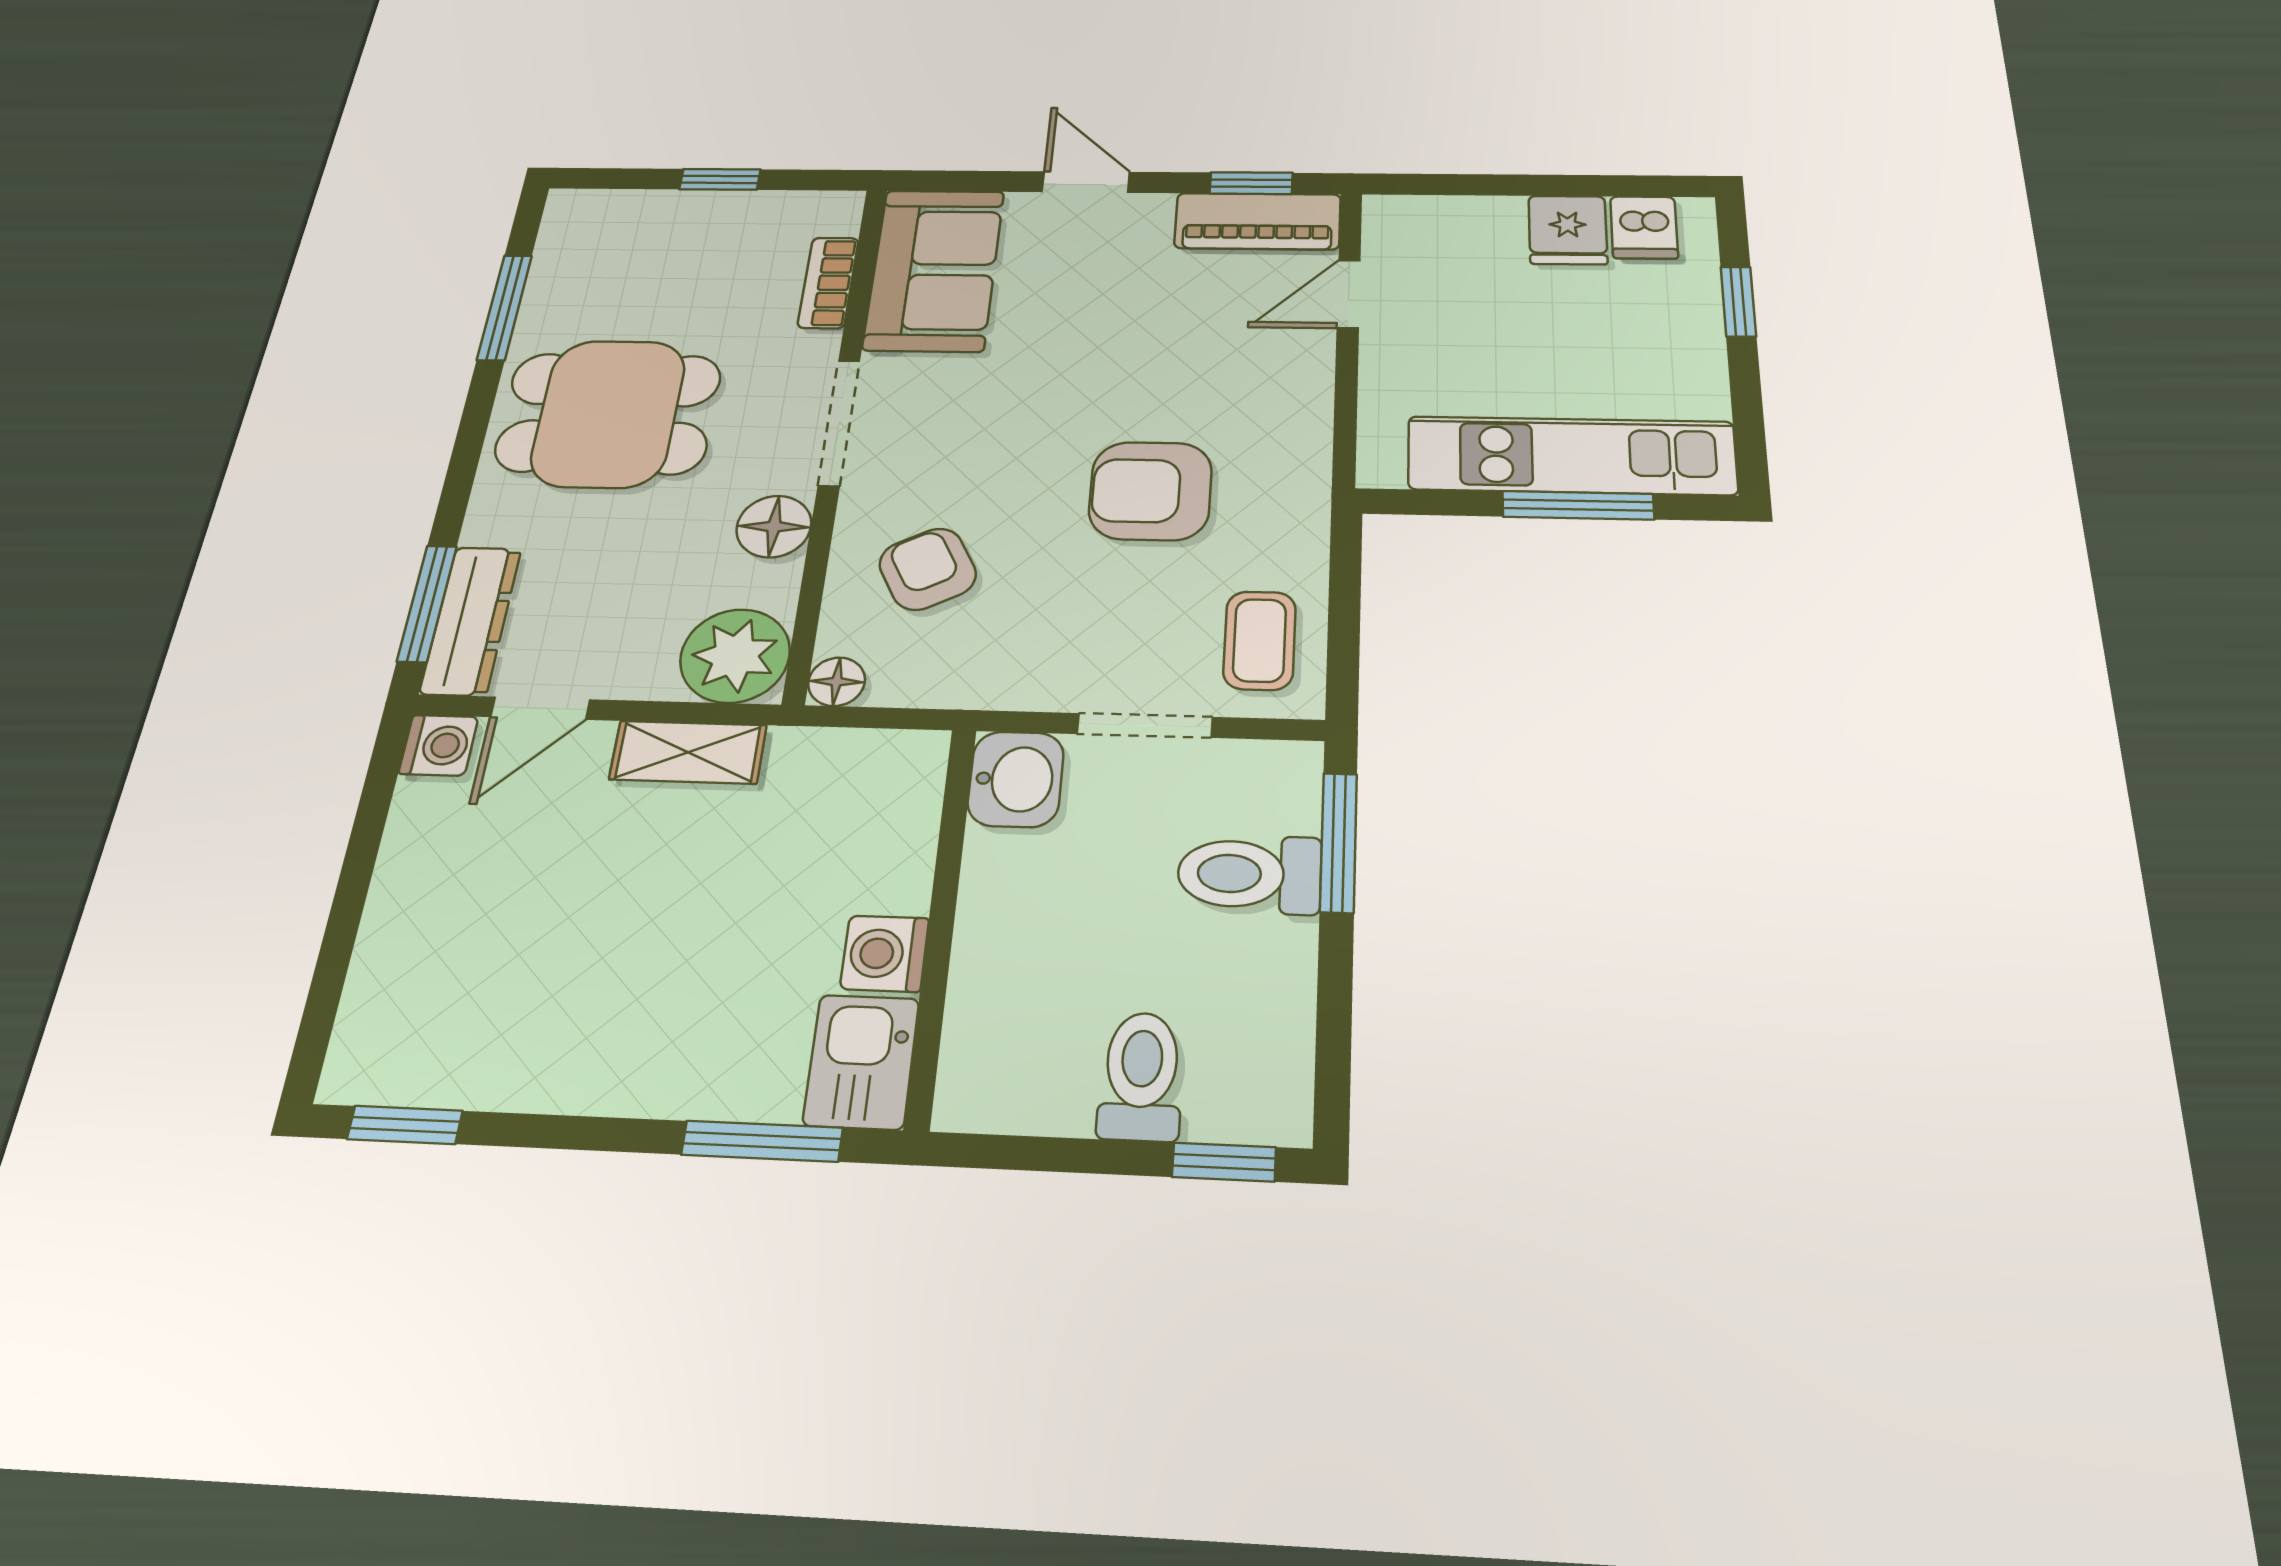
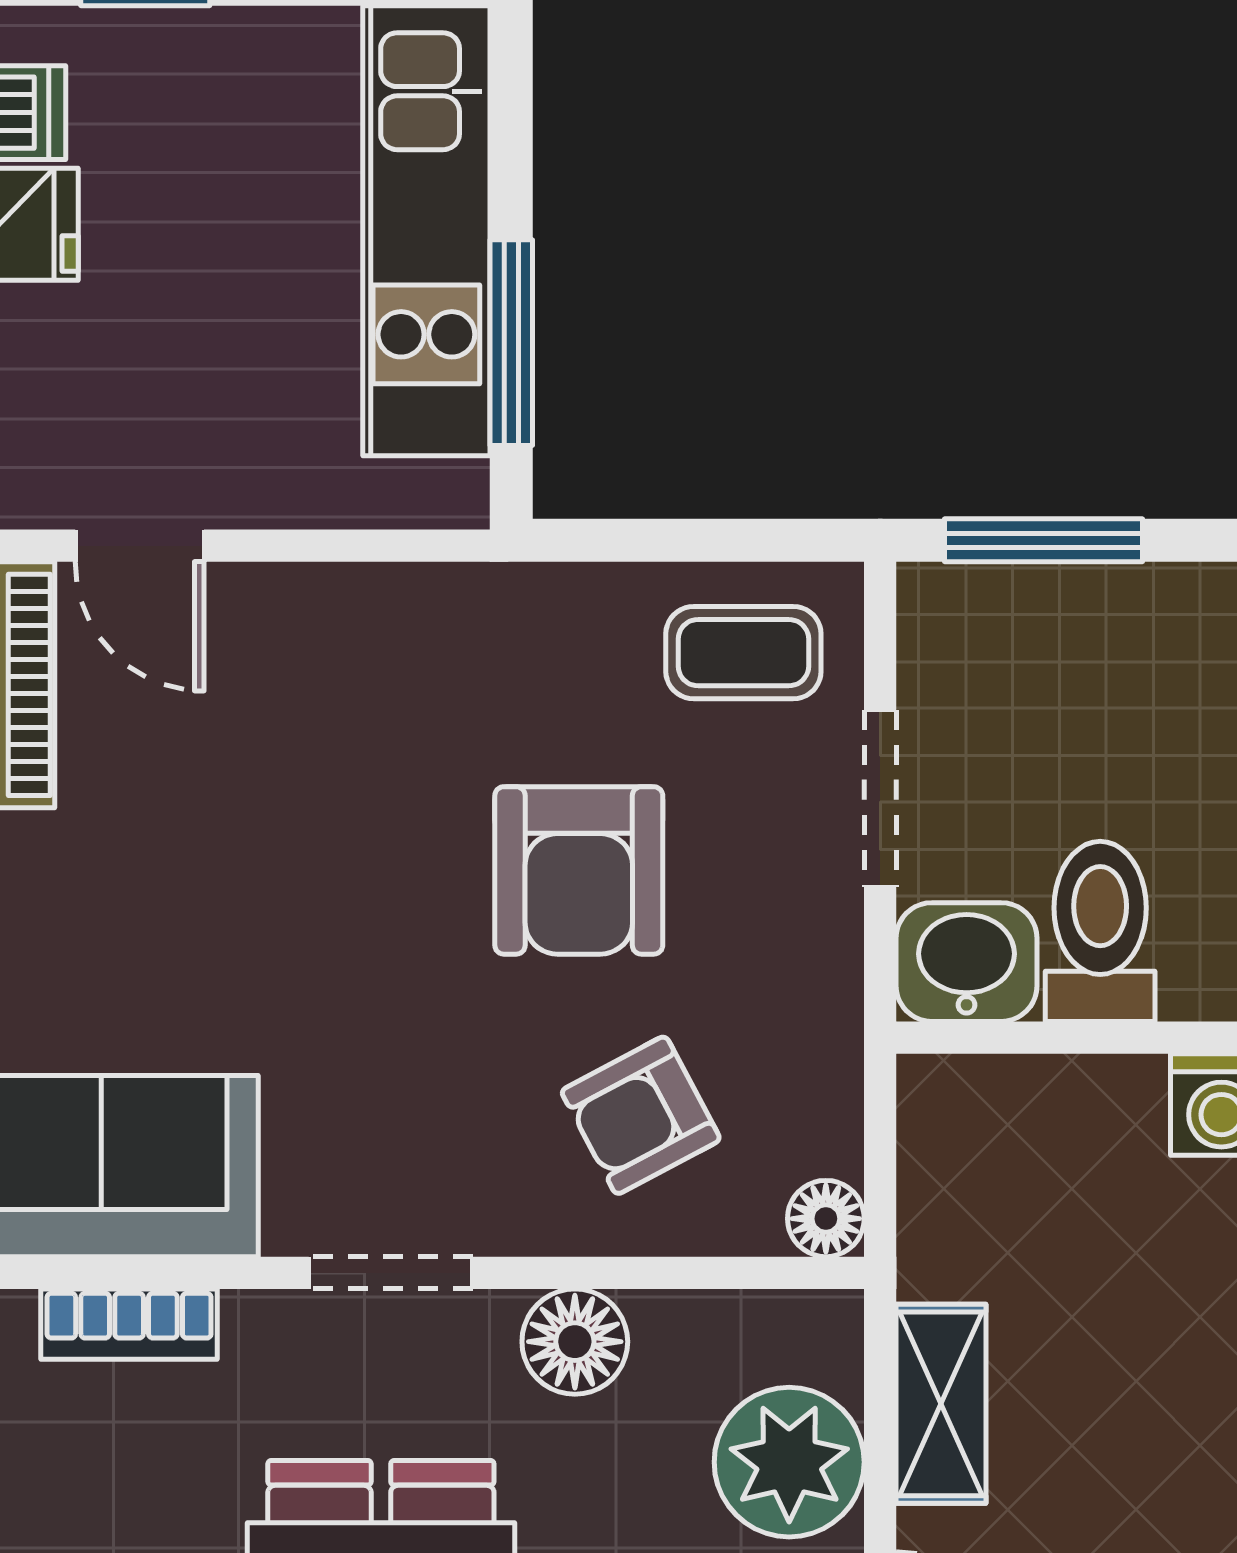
doorway: (839, 423) -> (391, 1273), width x0.73
armchair: (1150, 491) -> (579, 870), moved
window: (1578, 505) -> (511, 343), moved
plant: (735, 656) -> (789, 1462), moved
toilet: (1249, 874) -> (1100, 931), moved, turned 180

